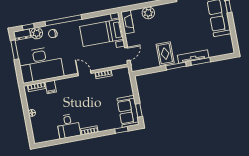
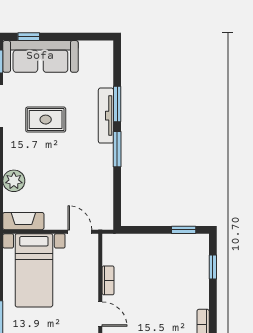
rug: (165, 54) -> (46, 120), moved
door: (84, 73) -> (100, 314), swing flipped
sofa: (128, 111) -> (182, 249), removed

